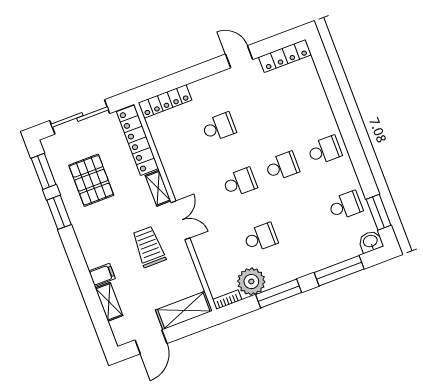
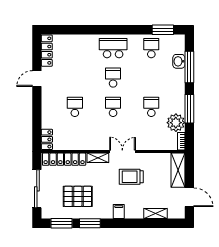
locker: (165, 101) -> (47, 139), width x0.66
school desk: (325, 150) -> (113, 48), width x1.85
washbasin: (371, 242) -> (179, 61), moved
filing cabinet: (102, 275) -> (119, 212), moved

